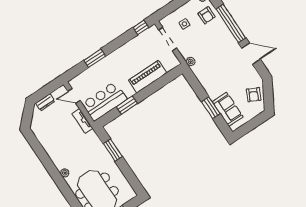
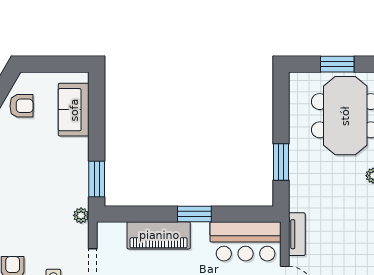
armchair: (254, 95) -> (21, 106), turned 64
window: (127, 105) -> (194, 214), moved
window: (211, 108) -> (97, 179), moved

